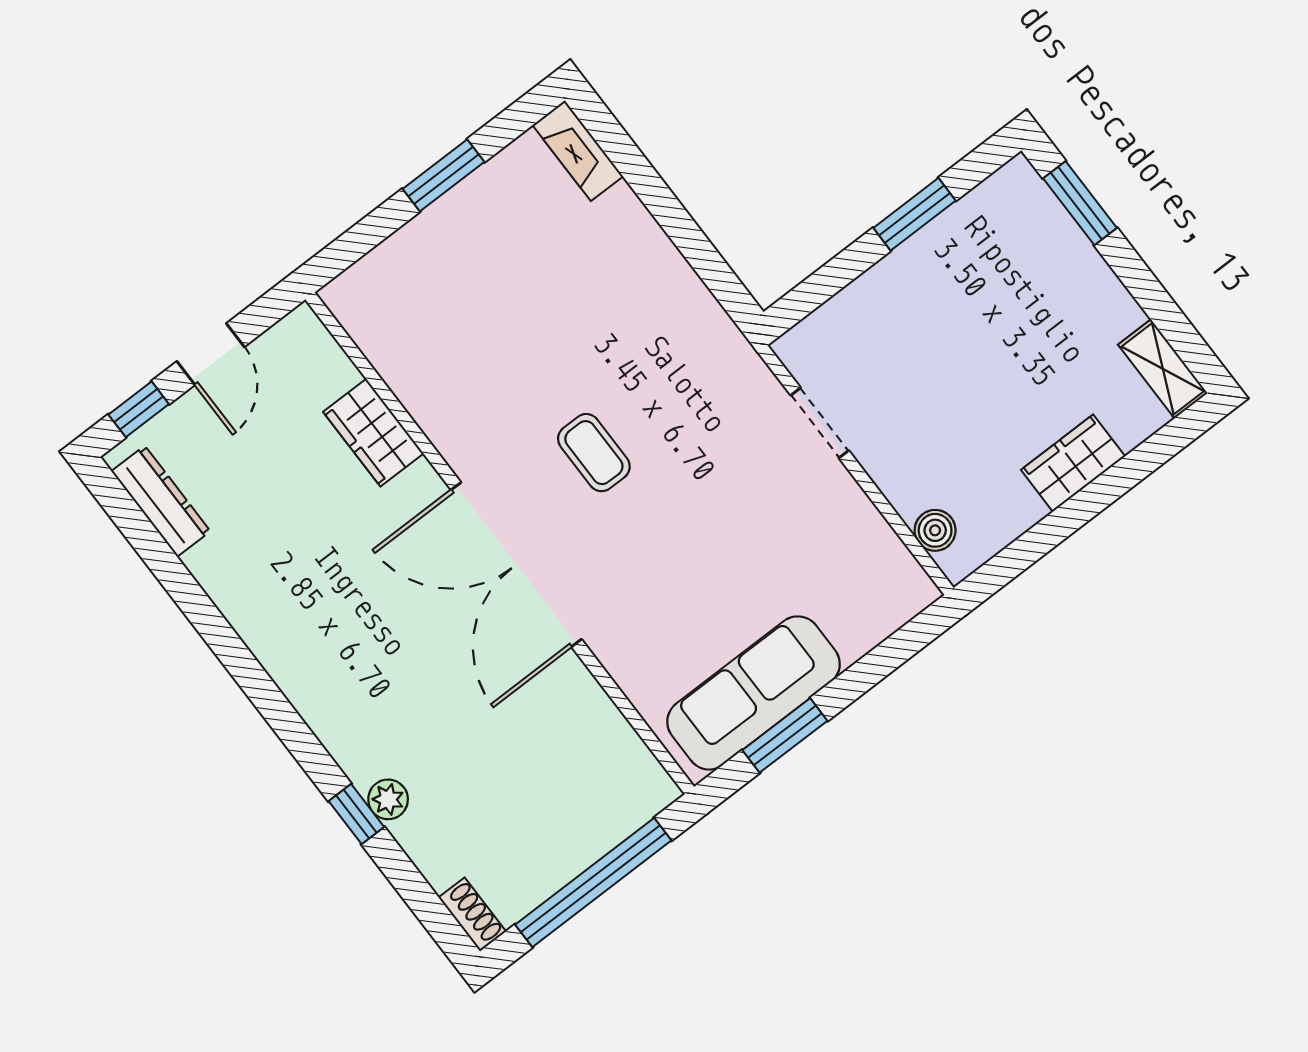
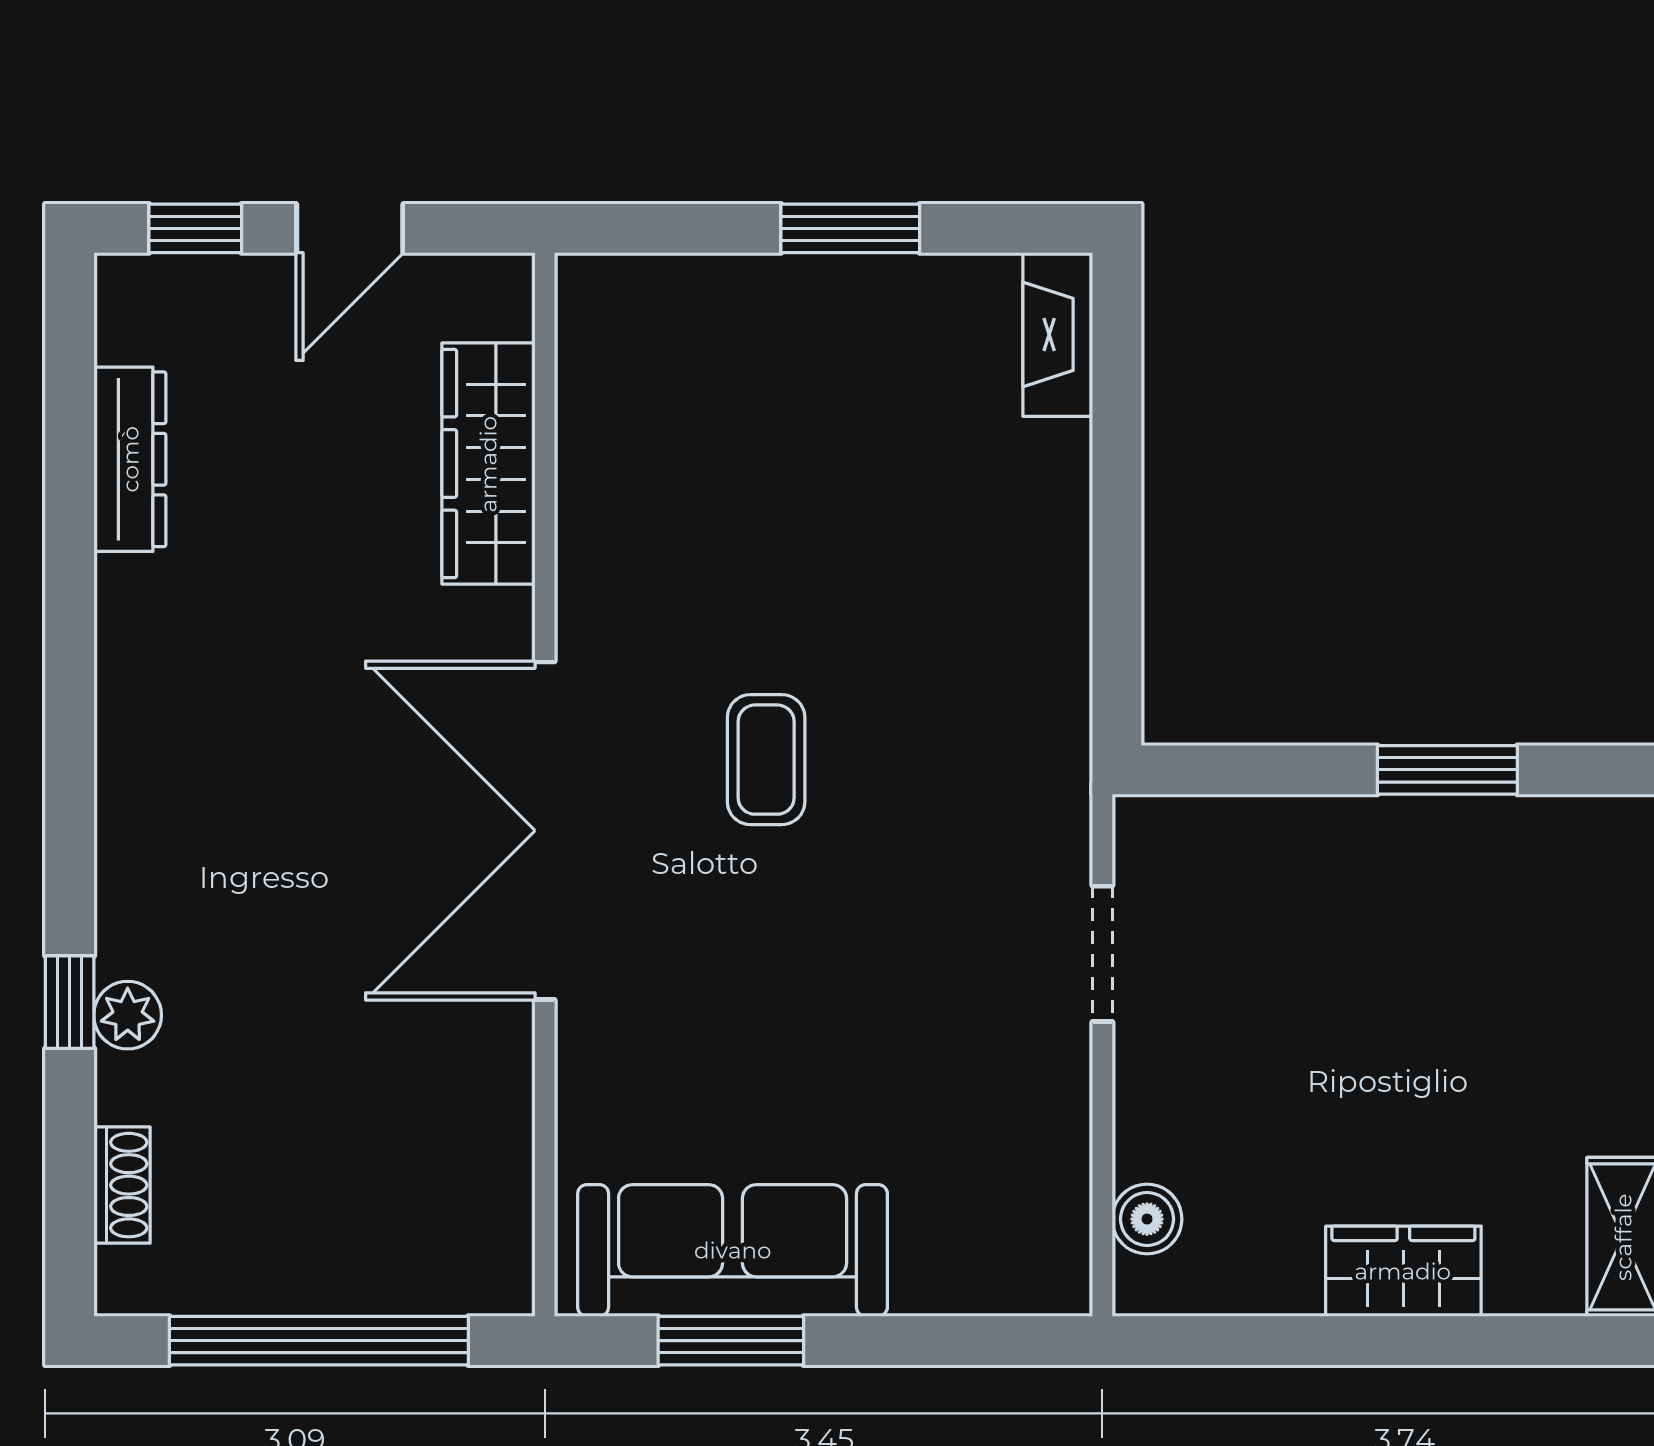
wardrobe: (373, 433) -> (488, 464), width x1.50
dresser: (161, 501) -> (130, 459), moved
shoe rack: (472, 914) -> (122, 1185), moved

